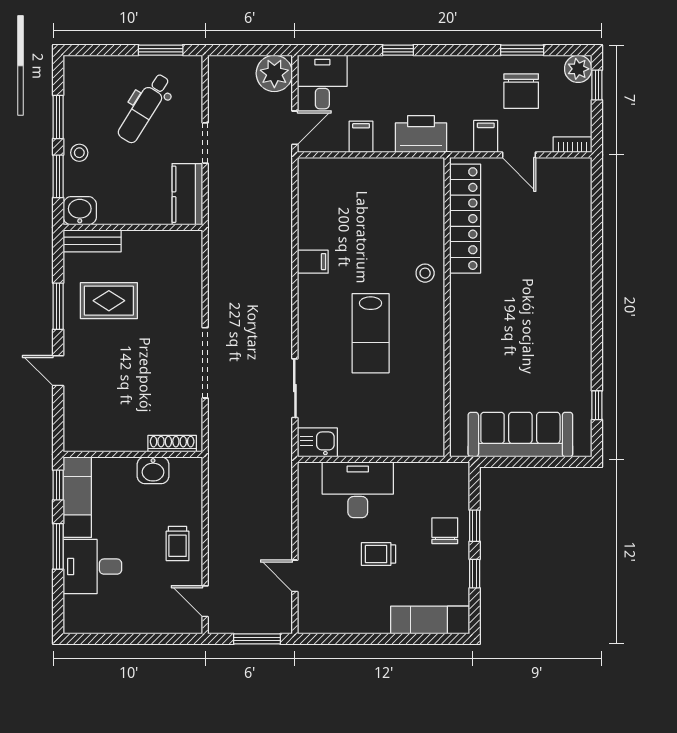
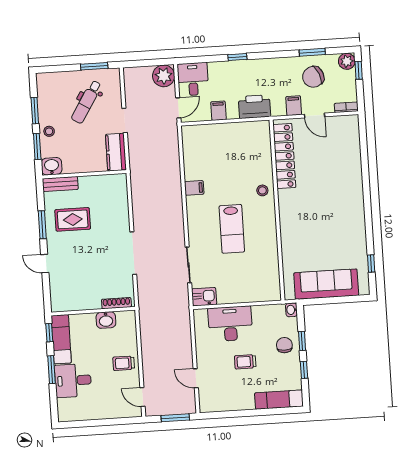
chair: (521, 91) -> (313, 77), turned 68
washbasin: (460, 473) -> (291, 310), added
trolley: (178, 543) -> (124, 363), turned 90

